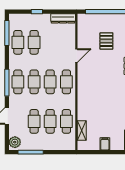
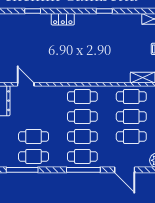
pallet: (106, 41) -> (32, 47), removed
door: (76, 56) -> (26, 84), moved

